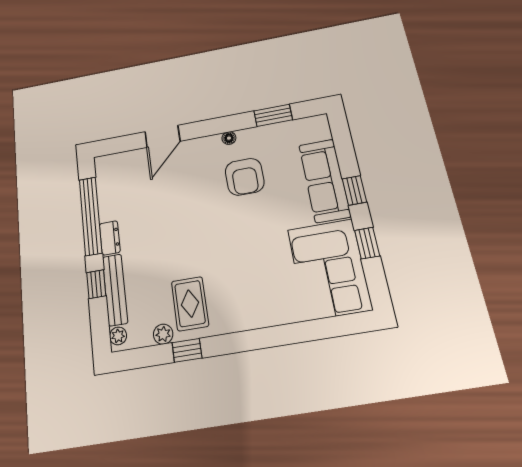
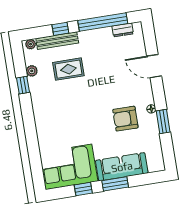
window: (273, 115) -> (163, 121), moved
window: (354, 190) -> (115, 184), width x1.50
dresser: (110, 238) -> (123, 30), moved
rug: (190, 304) -> (68, 69), moved

